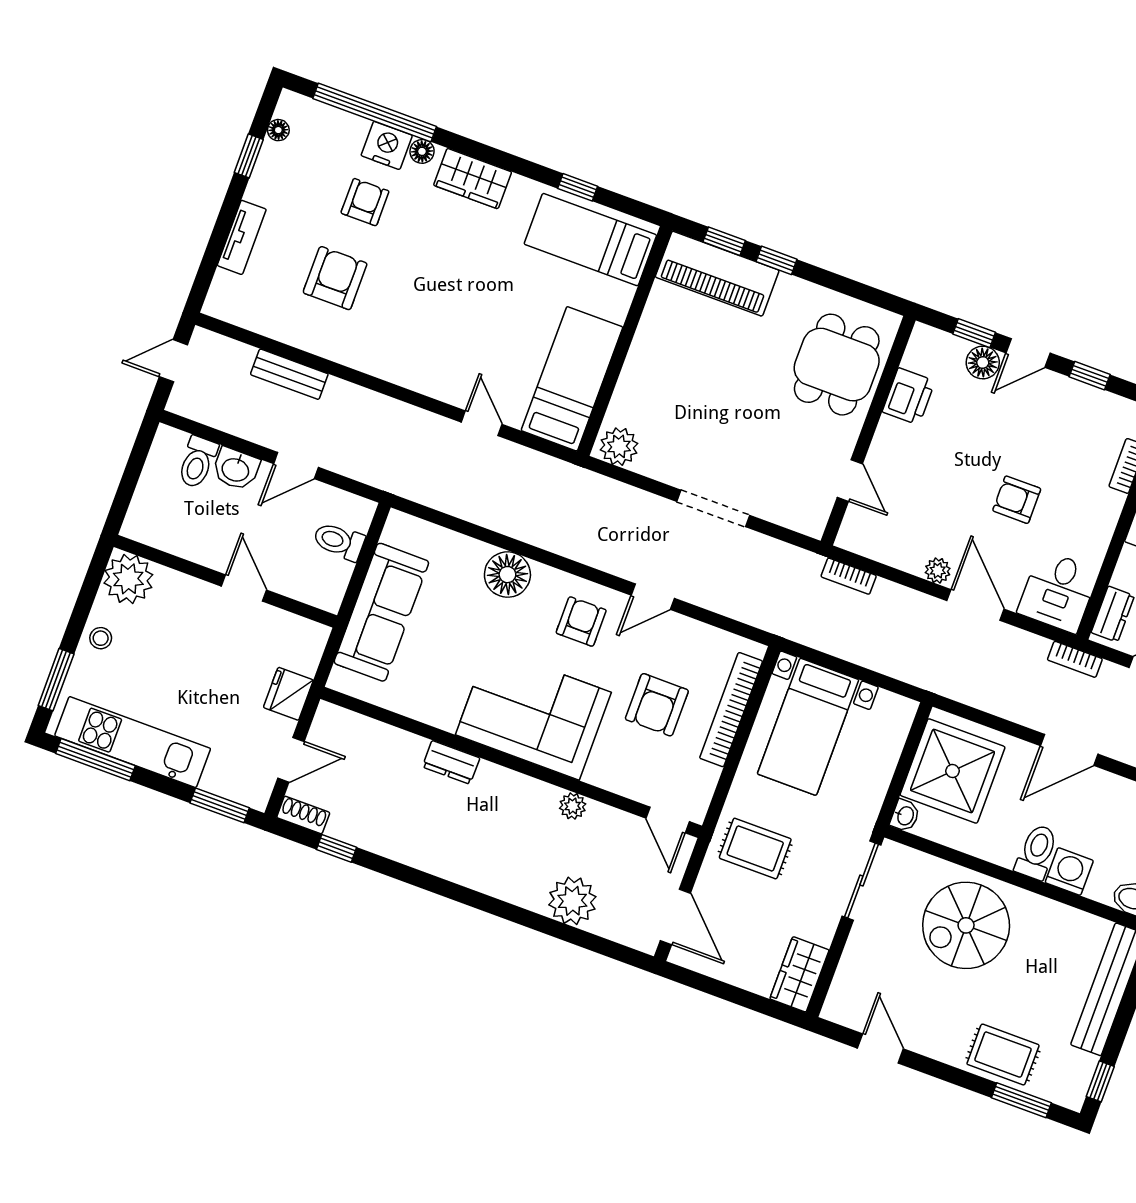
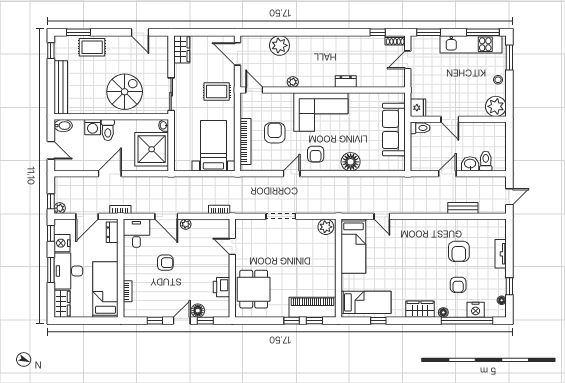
nightstand: (387, 145) -> (476, 310), moved
toilet: (339, 541) -> (420, 128), moved
fridge: (288, 694) -> (418, 108), moved

